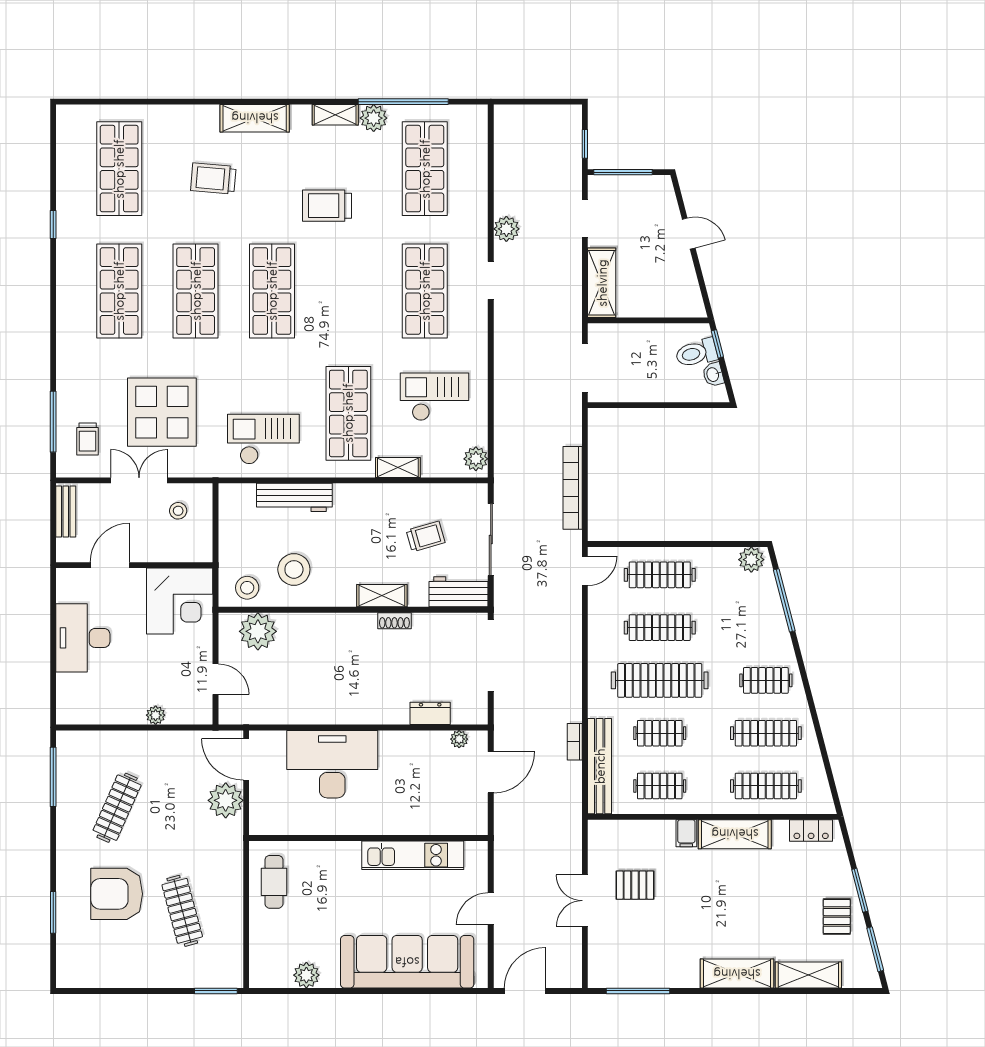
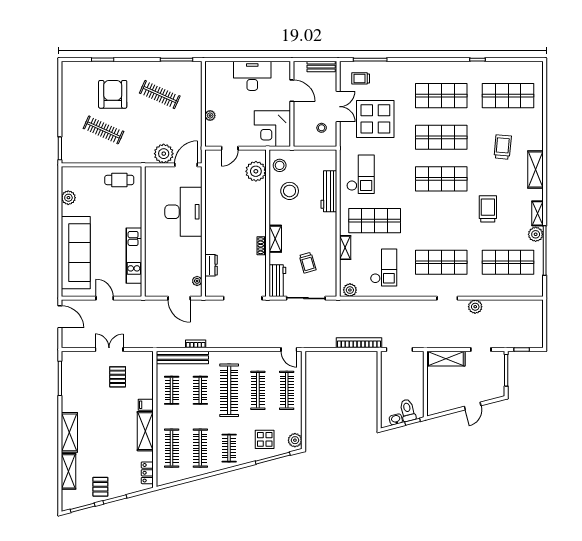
bookcase: (573, 488) -> (359, 343), moved
display table: (750, 615) -> (265, 439), added
clothes rail: (182, 911) -> (104, 130), turned 39
pallet: (837, 916) -> (100, 487), turned 90

